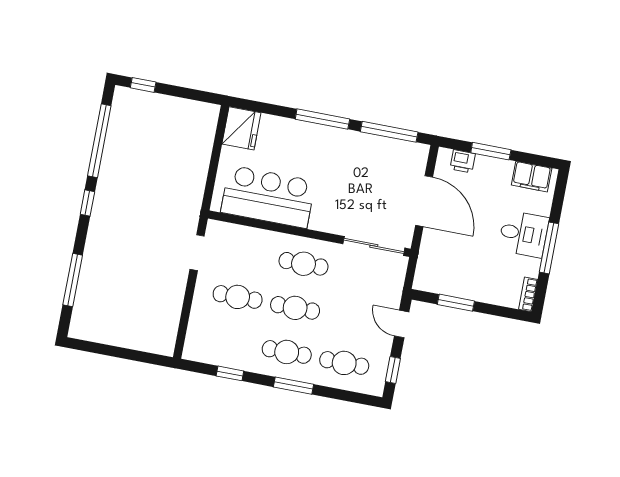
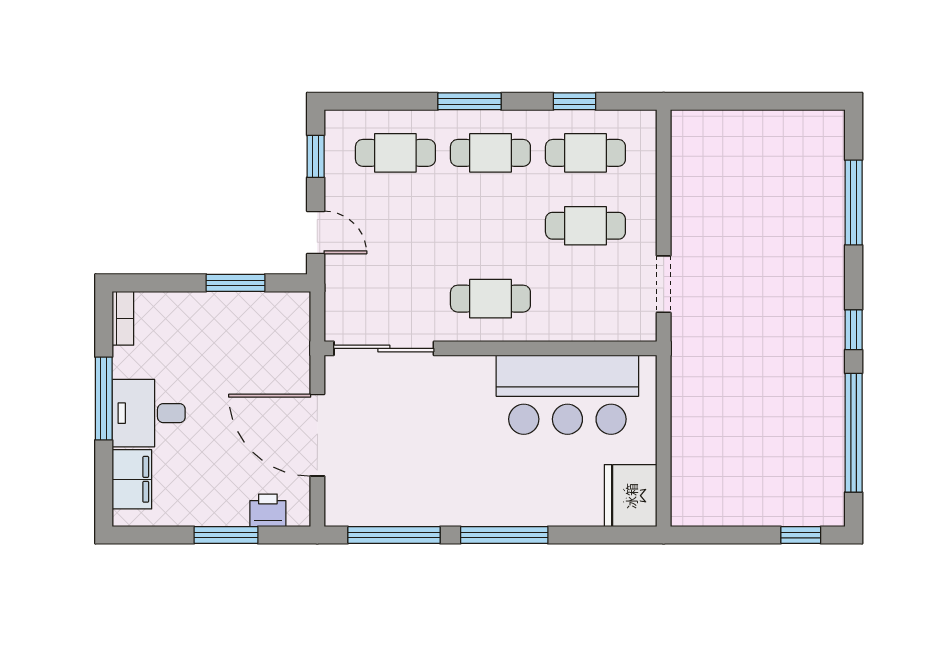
filing cabinet: (532, 177) -> (132, 479), moved, turned 90
cafe table: (295, 308) -> (585, 153), moved

